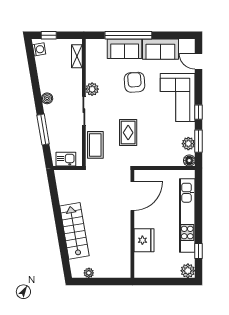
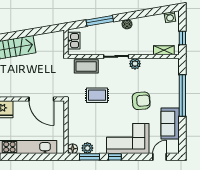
window: (49, 35) -> (182, 38), moved
sofa: (125, 49) -> (171, 92), removed

